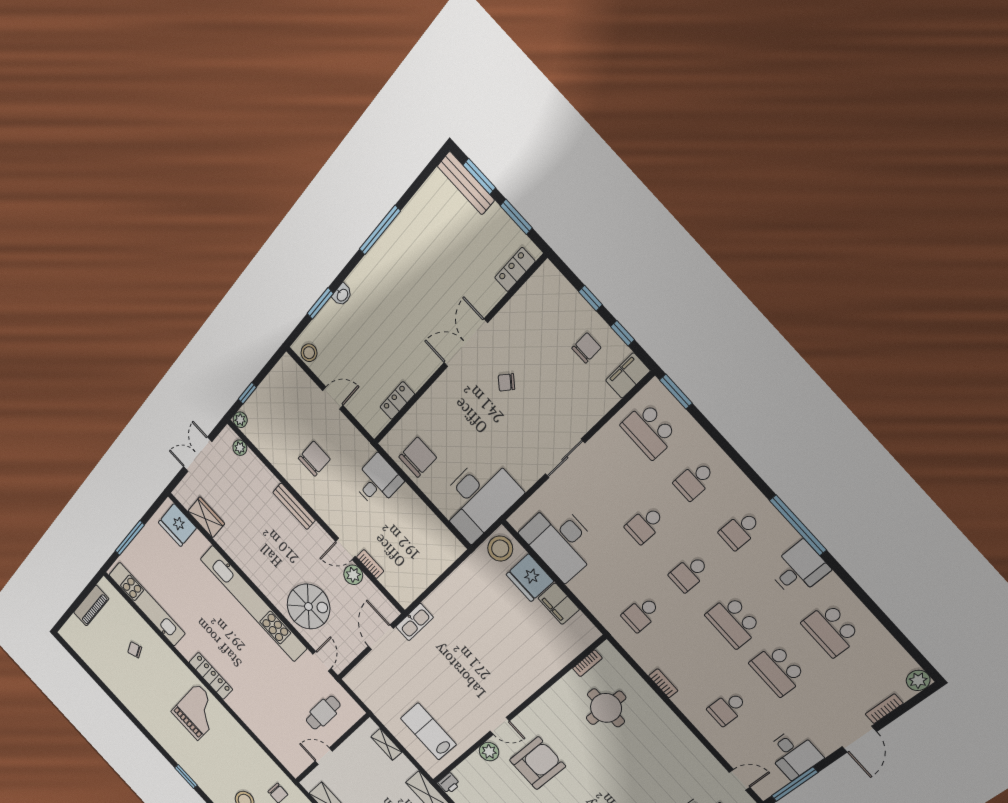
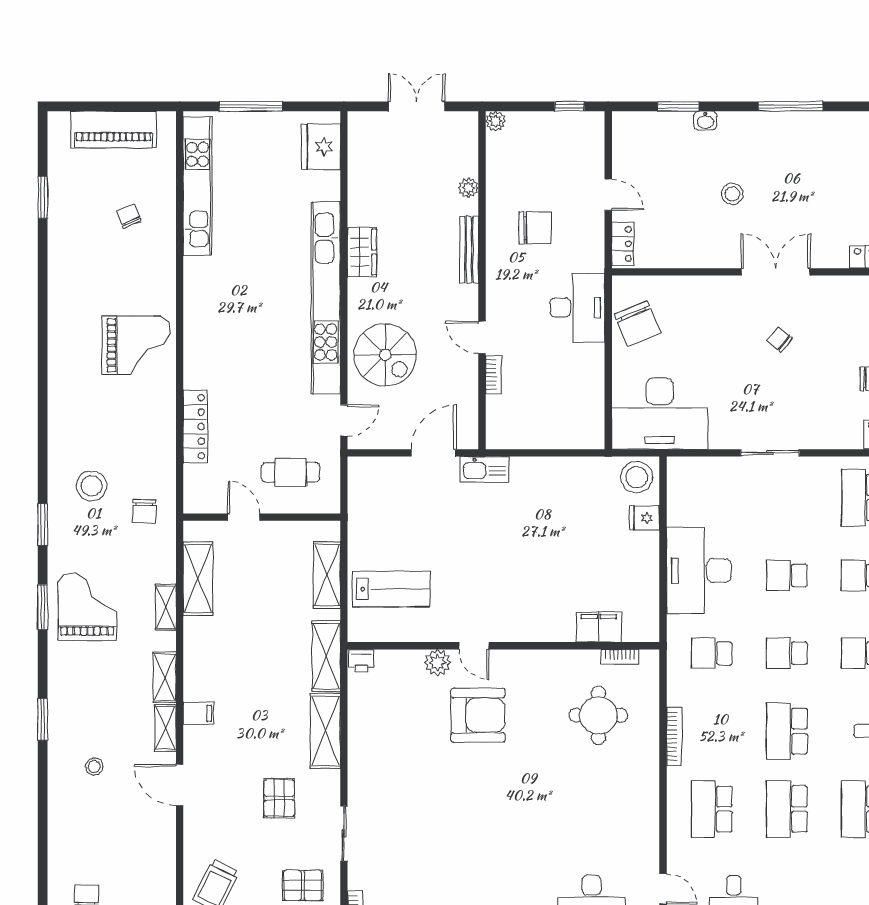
stool: (309, 353) -> (732, 194), moved
window: (247, 393) -> (569, 106), moved
locker: (397, 401) -> (623, 244), moved, turned 90
plant: (240, 448) -> (468, 188), moved
chair: (418, 457) -> (638, 324), turned 67
desk: (377, 481) -> (577, 308), width x1.37
wardrobe: (206, 517) -> (362, 252), moved
desk: (560, 541) -> (699, 571), moved
plant: (353, 575) -> (465, 368), removed
fridge: (530, 578) -> (645, 518), width x0.53, depth x0.75
filing cabinet: (559, 604) -> (599, 627), moved, turned 90
piano: (91, 606) -> (114, 130), width x1.37, depth x1.33
locker: (211, 676) -> (195, 427), moved
bookcase: (663, 683) -> (674, 736), width x1.56
school desk: (727, 708) -> (712, 809), width x1.85
lab bench: (428, 731) -> (391, 589), turned 90
shelving: (386, 744) -> (327, 575), width x1.50, depth x1.33
window: (186, 777) -> (43, 197), moved

